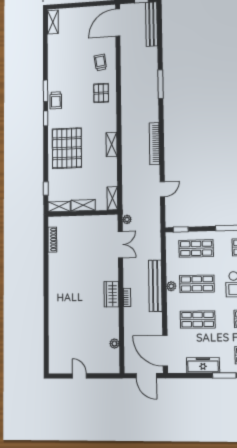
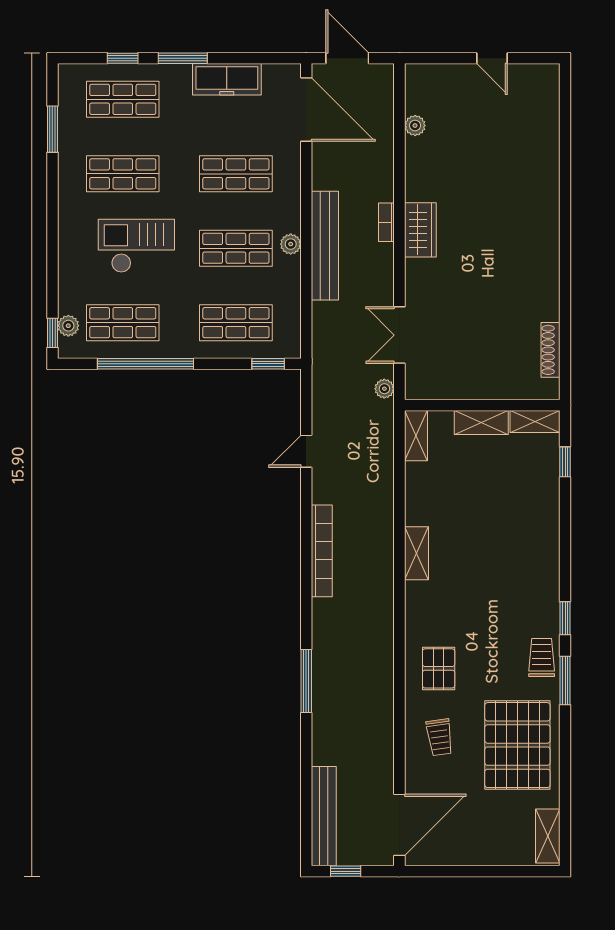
pallet: (67, 148) -> (517, 745), moved

